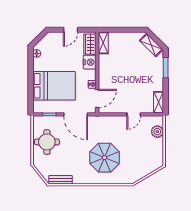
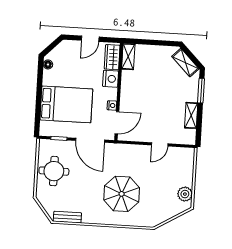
shelving: (159, 102) -> (191, 115), moved
plant: (157, 132) -> (185, 194), moved

